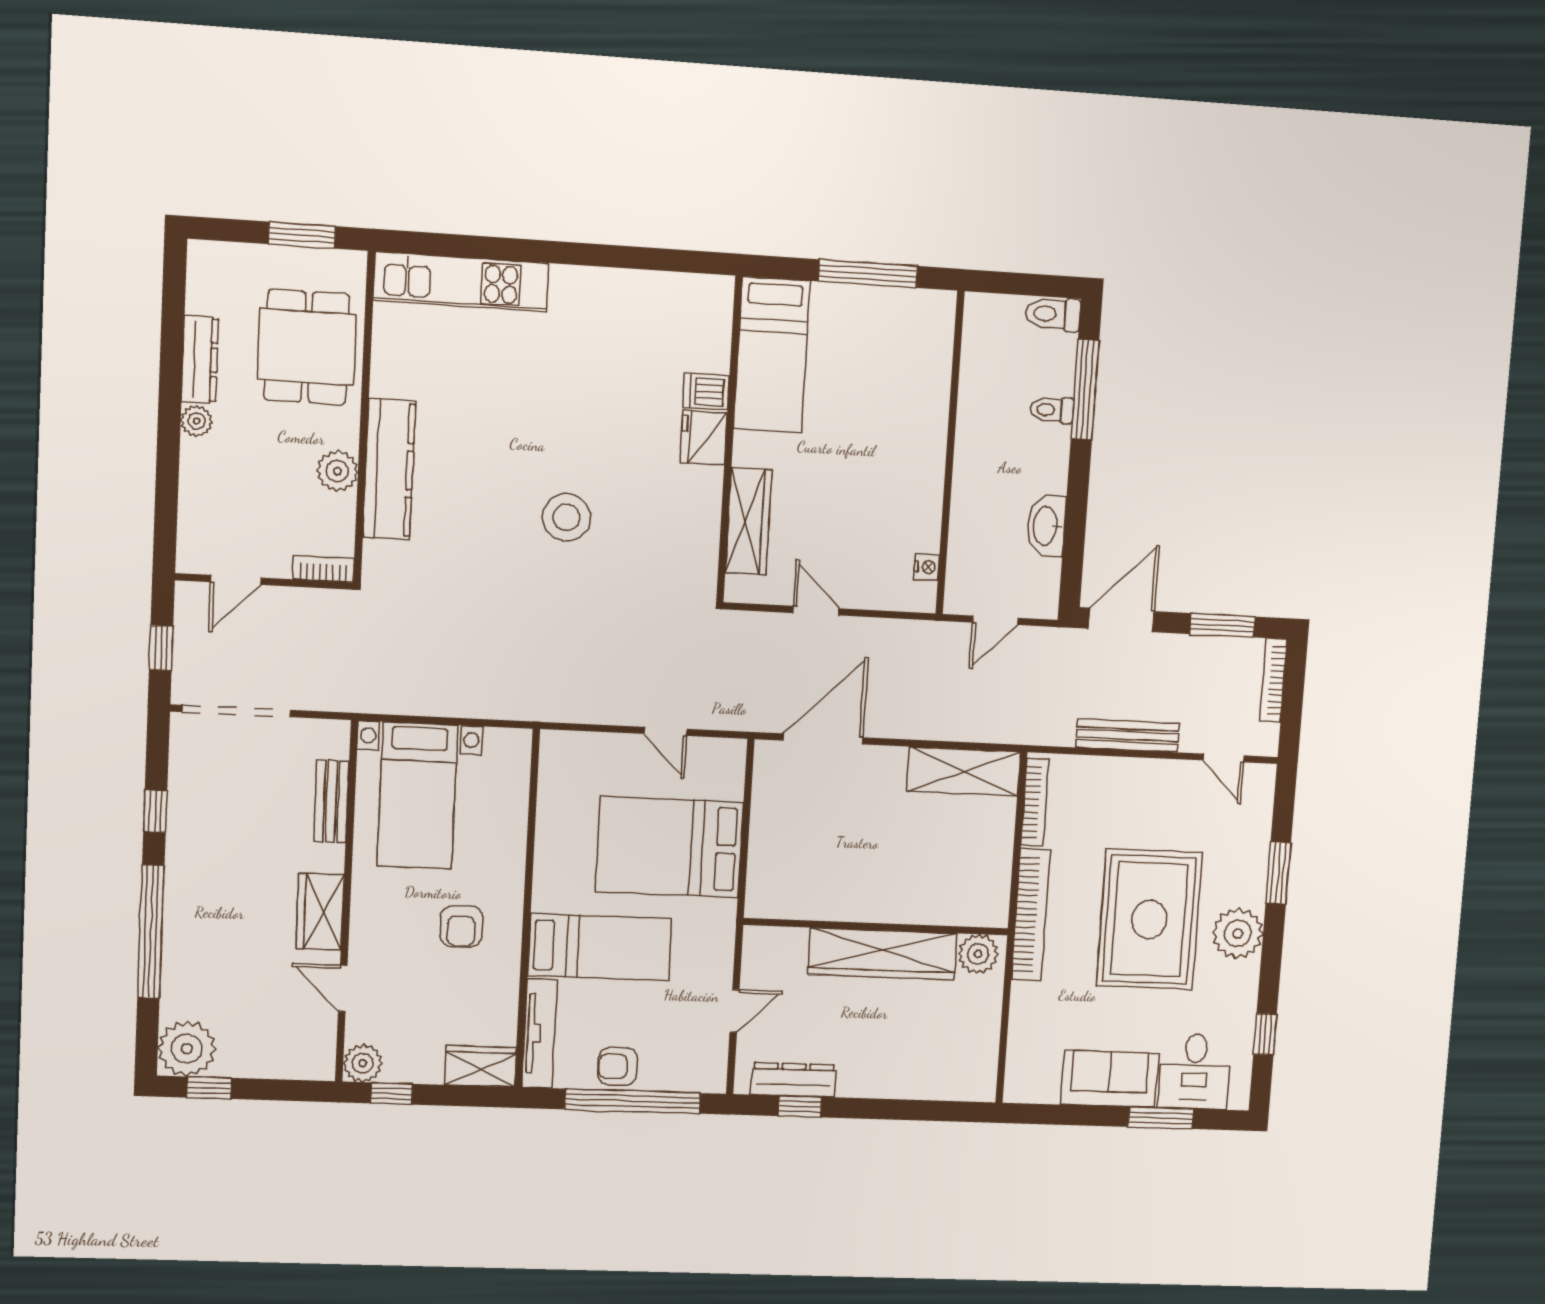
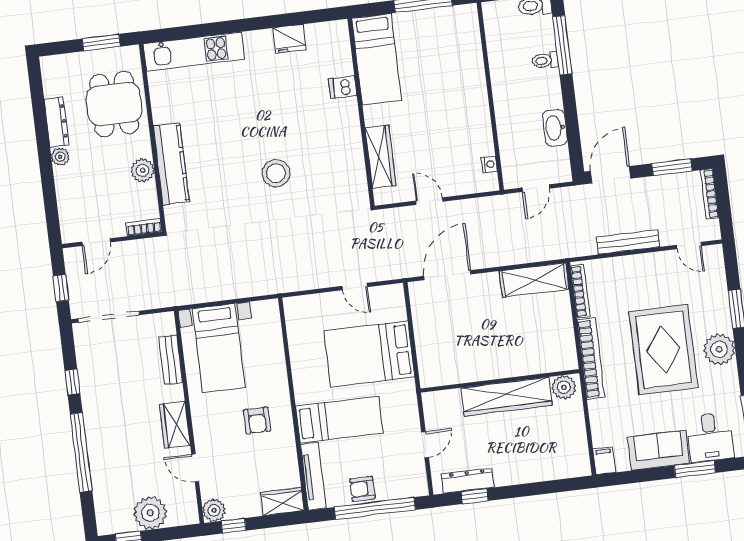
fridge: (704, 438) -> (289, 39), moved, turned -90
plant: (187, 1049) -> (150, 513), moved
filing cabinet: (1020, 1082) -> (604, 461), added

